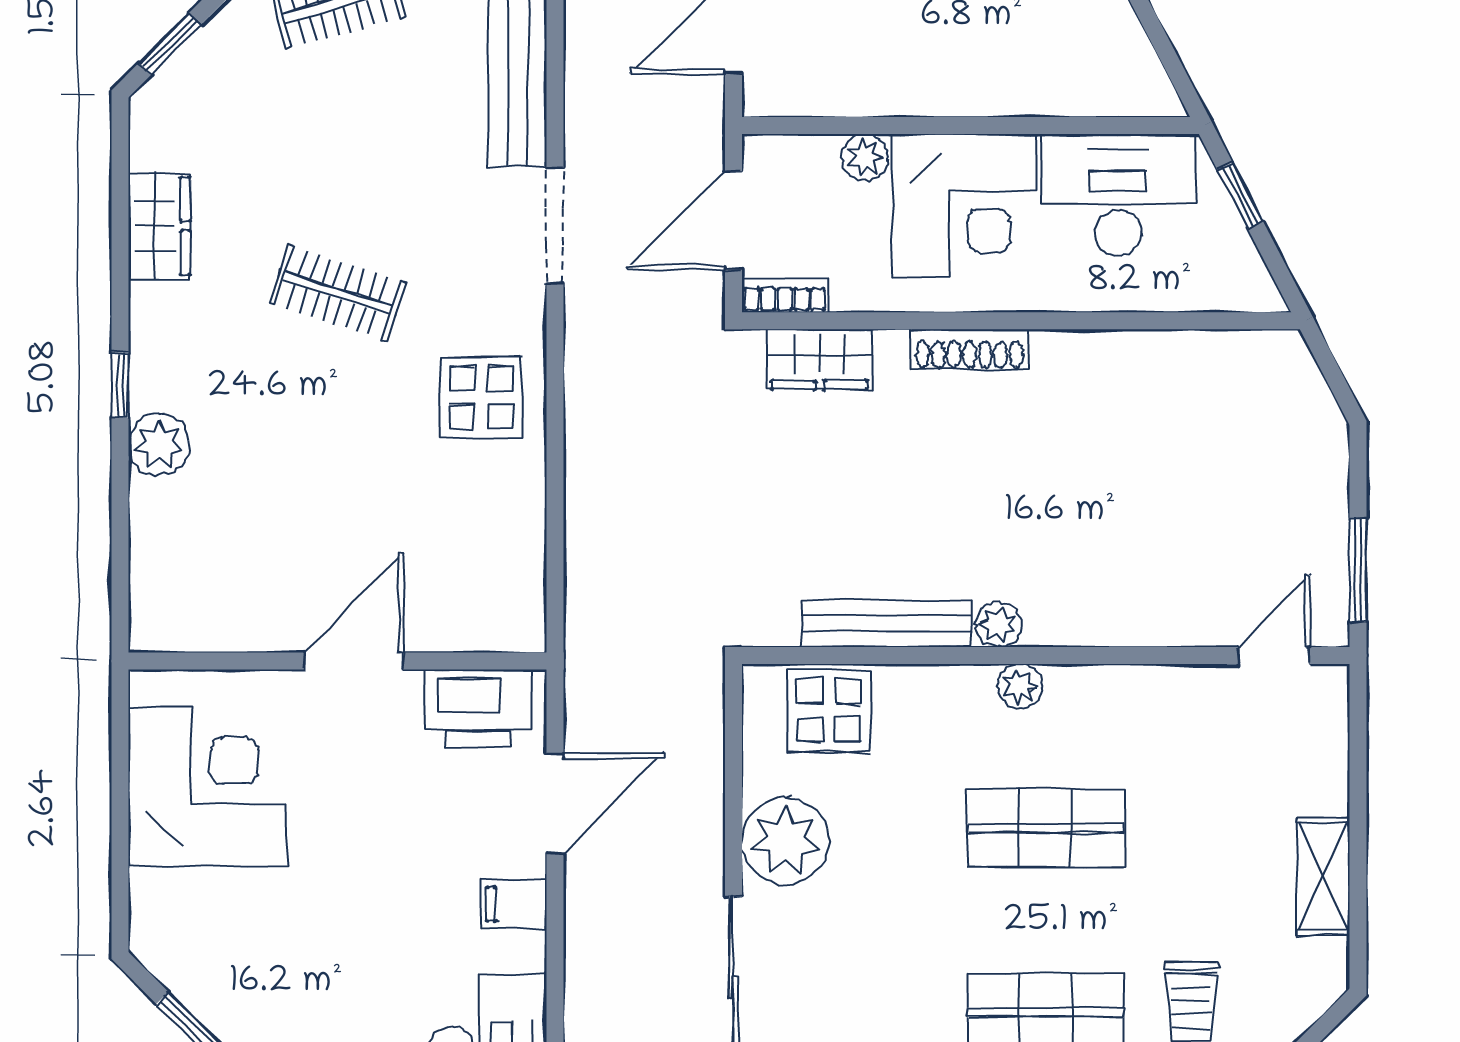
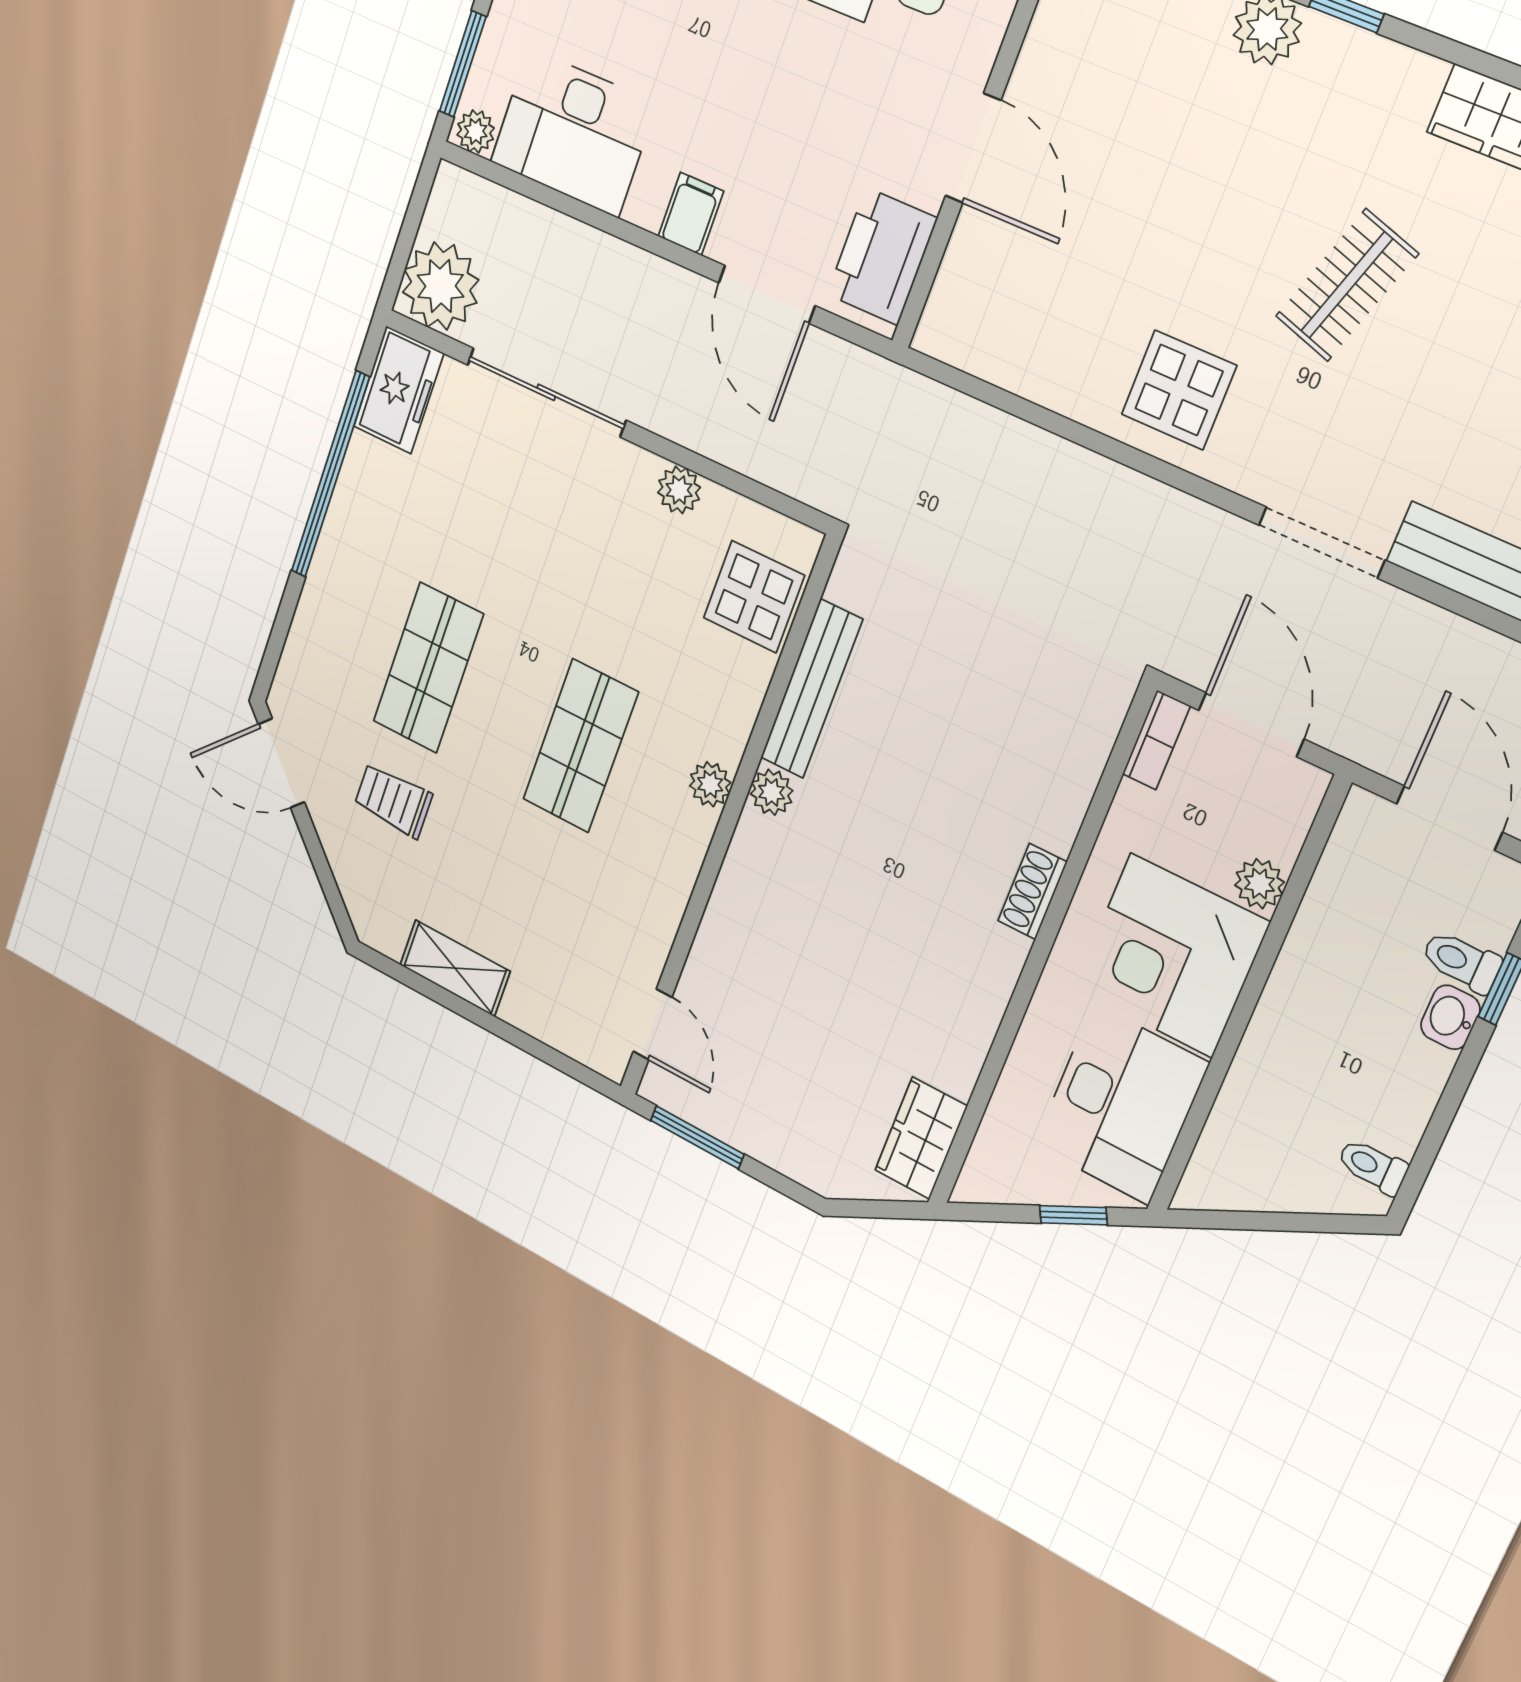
shoe rack: (969, 349) -> (1032, 891), width x0.70
wardrobe: (820, 360) -> (921, 1138), moved
plant: (785, 841) -> (679, 490), width x0.53, depth x0.53

